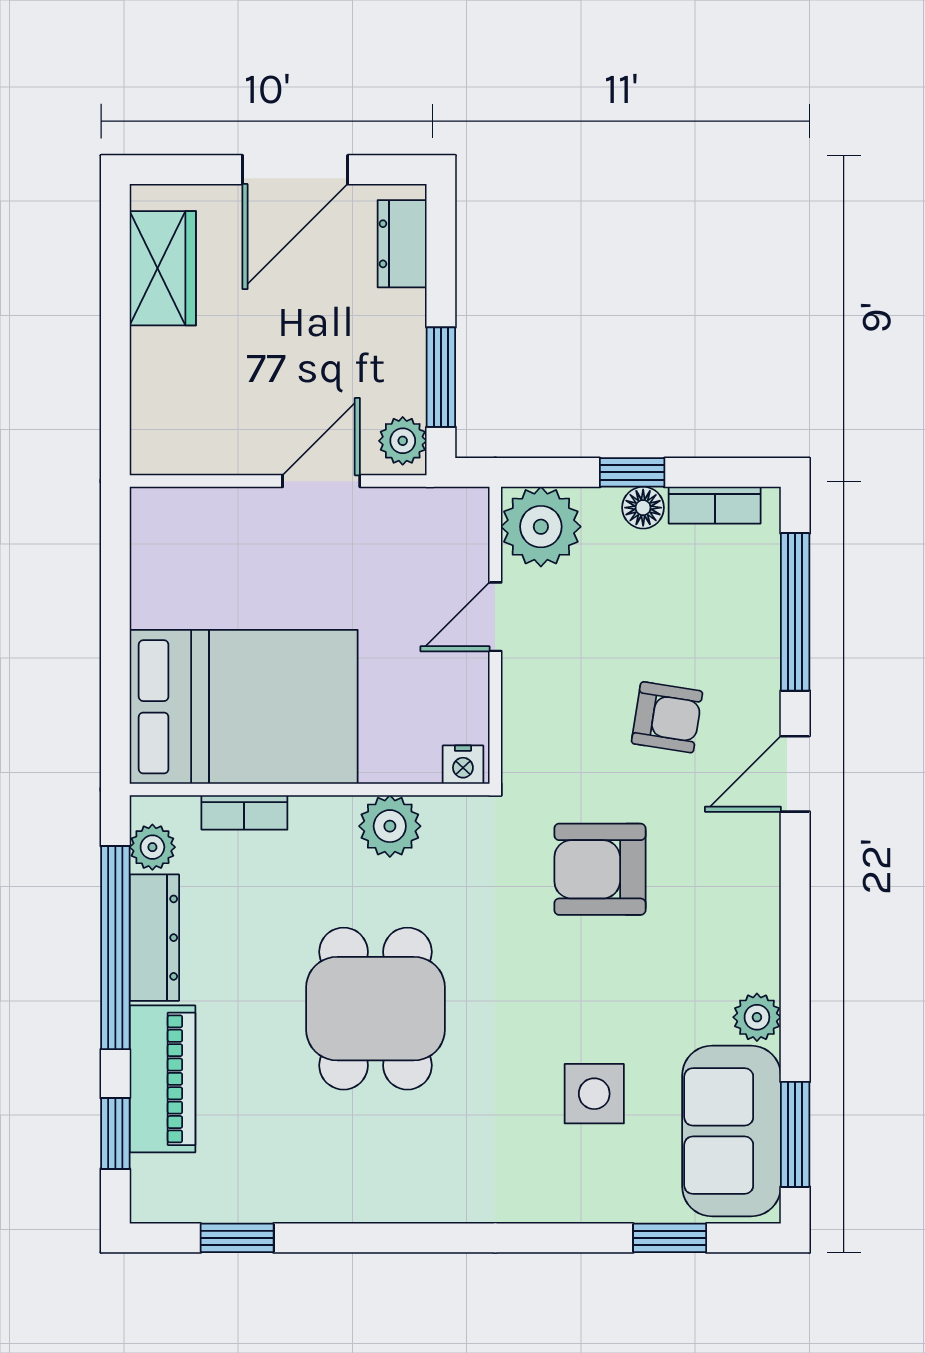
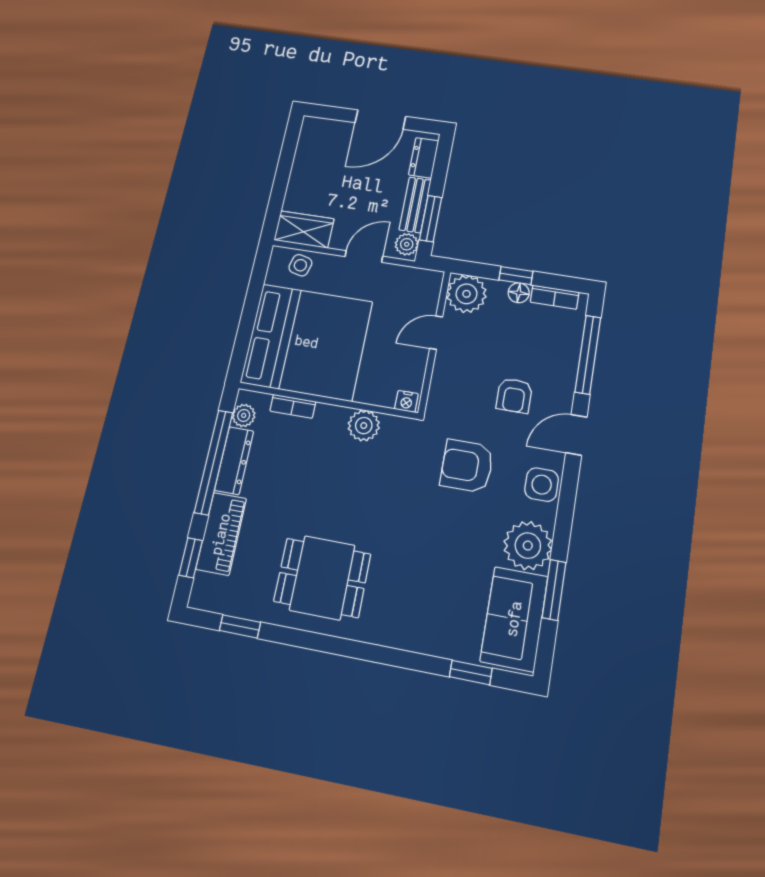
wardrobe: (163, 268) -> (304, 229), moved, turned -90
bench: (404, 352) -> (415, 205), added
side table: (196, 521) -> (300, 265), added
bed: (244, 707) -> (307, 342), width x1.36
armchair: (667, 717) -> (514, 395), turned 81
dining table: (376, 1009) -> (322, 578), moved, turned 90
plant: (757, 1017) -> (528, 546), width x1.87, depth x1.87
side table: (594, 1094) -> (542, 485), moved
window: (795, 1134) -> (554, 590), moved

